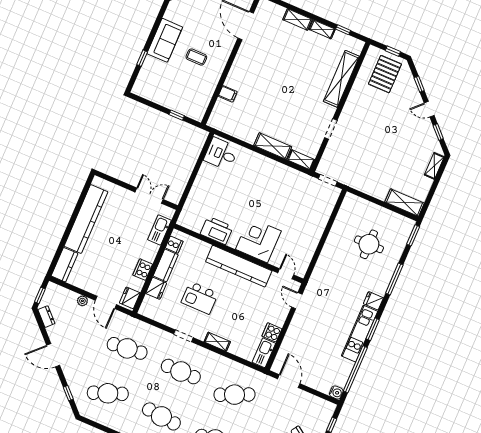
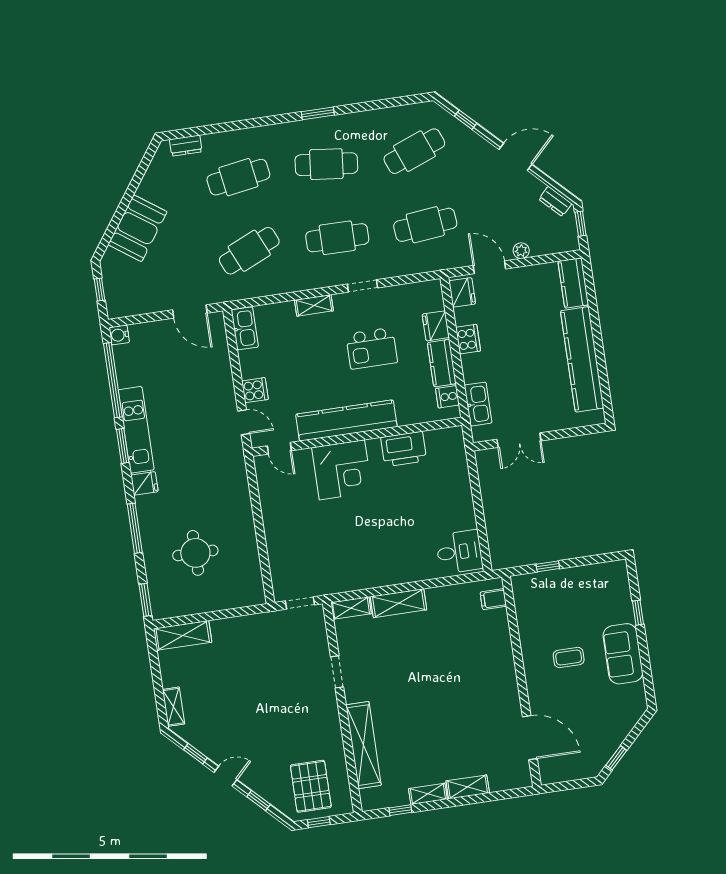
filing cabinet: (228, 94) -> (493, 599), moved
kitchen island: (200, 298) -> (372, 348), turned 180
cooker: (272, 332) -> (255, 390), moved

